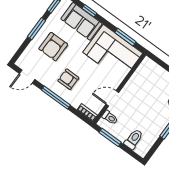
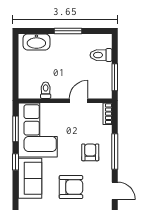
window: (89, 11) -> (15, 162), moved
armchair: (68, 79) -> (90, 152), turned 180
door: (112, 98) -> (79, 101), swing flipped
toilet: (110, 117) -> (46, 90), moved

